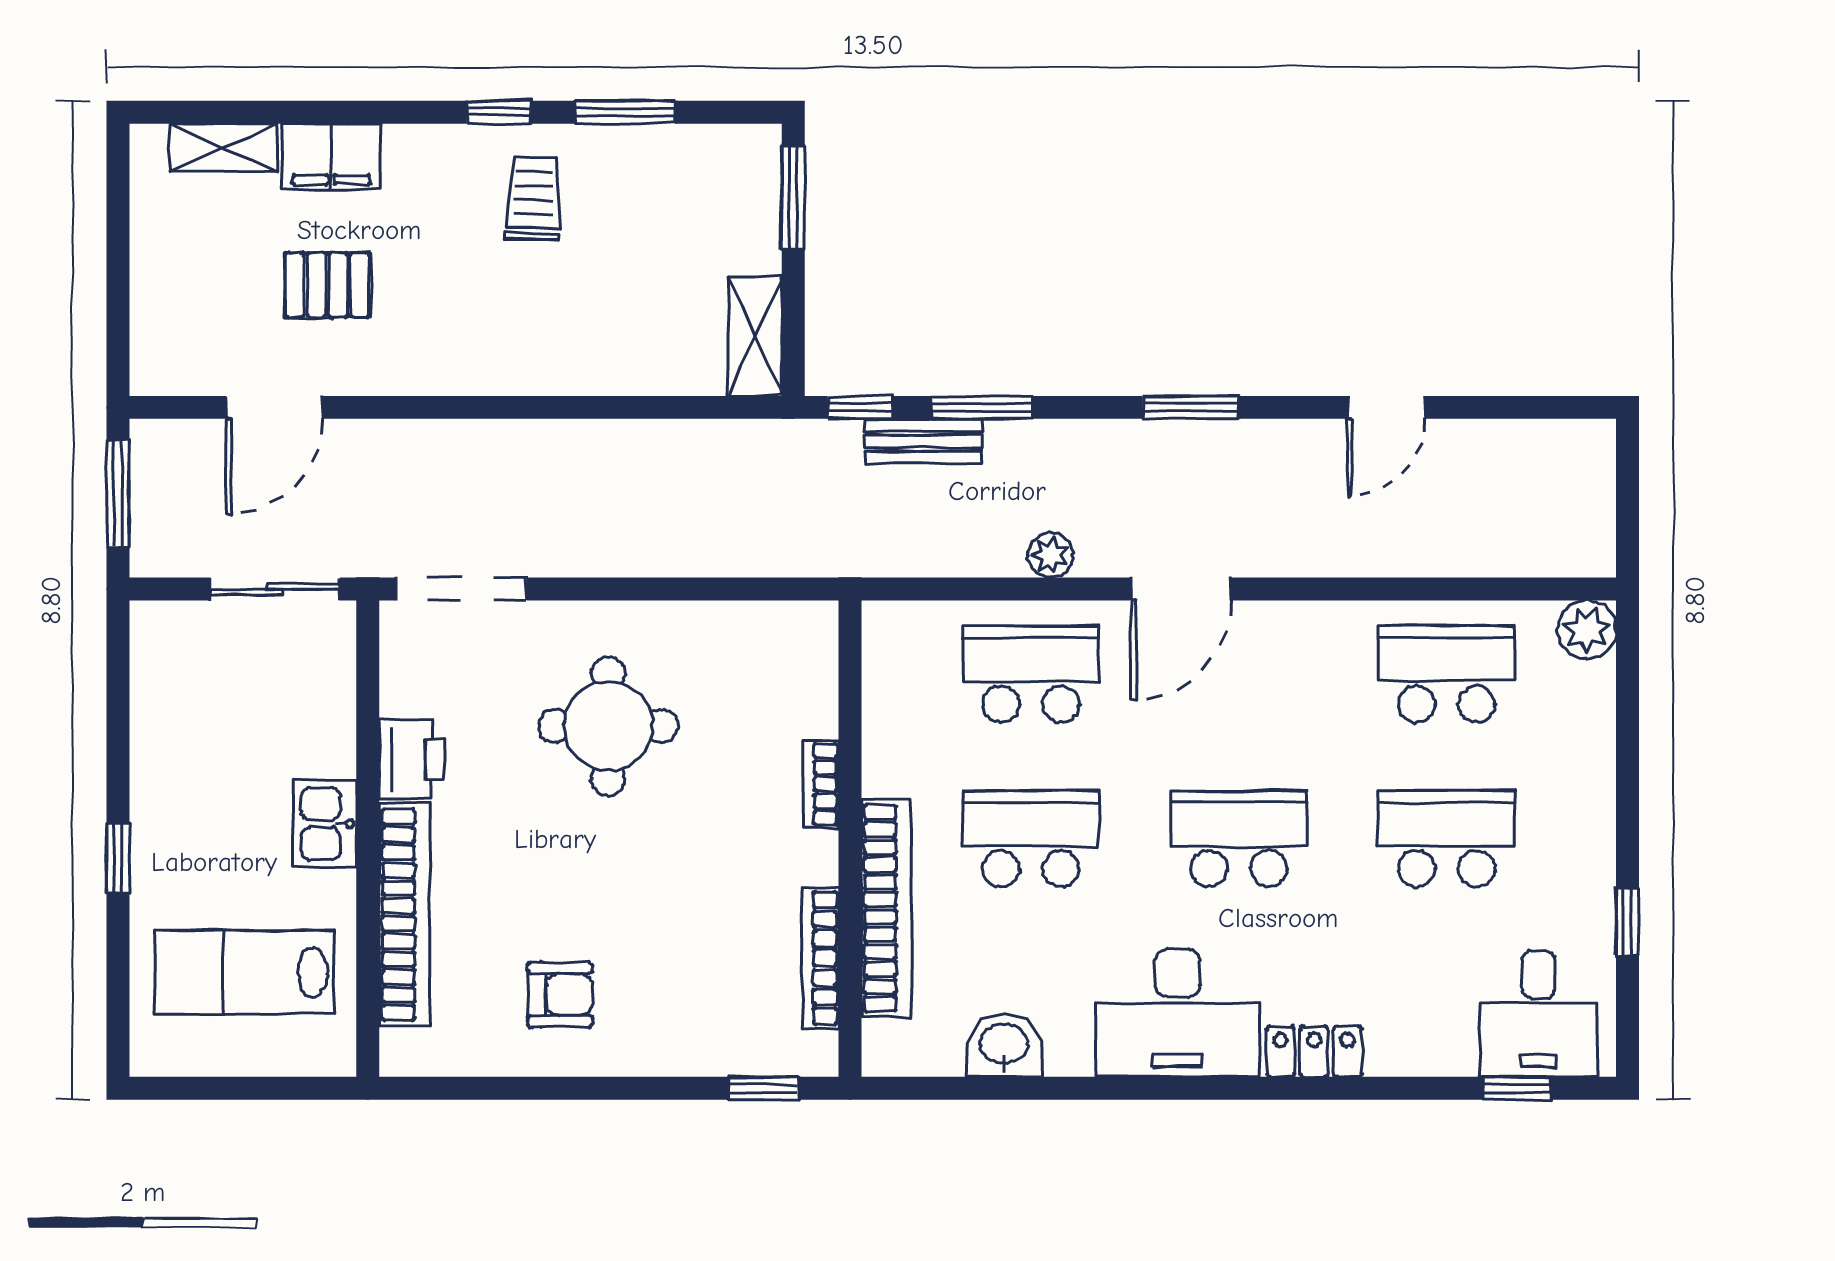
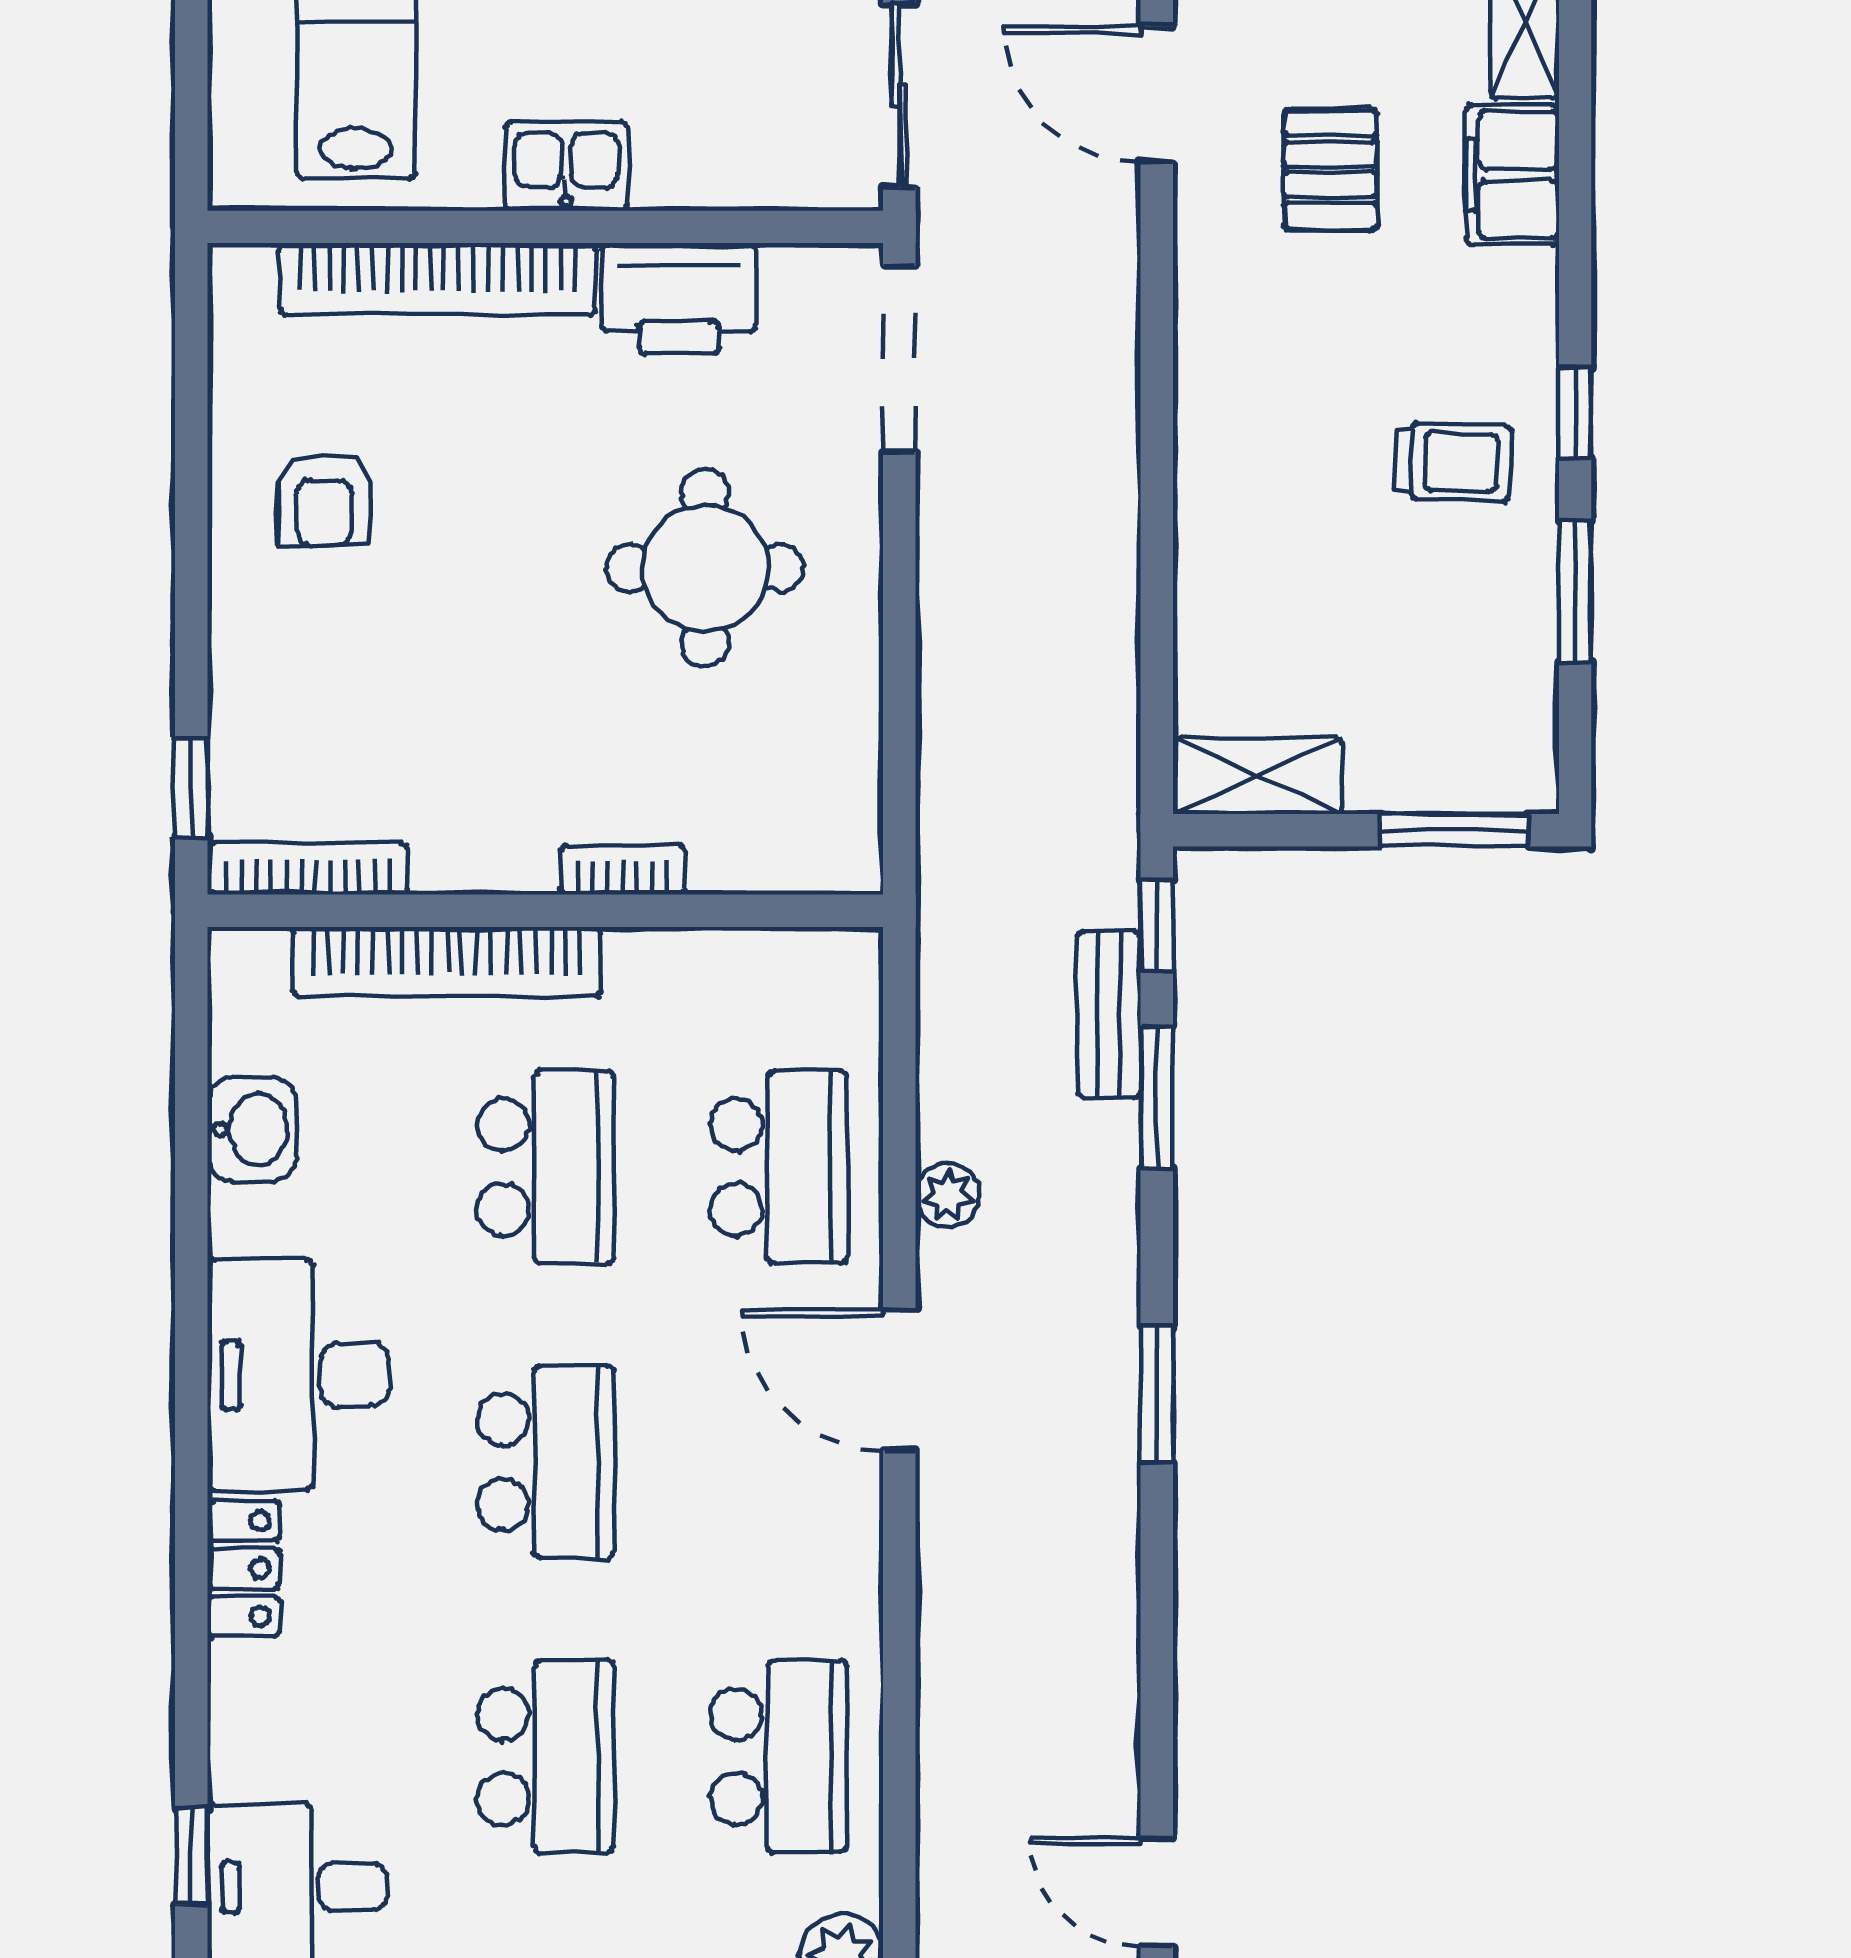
door: (1386, 407) -> (1157, 1892), moved
printer: (412, 759) -> (679, 298), width x1.37, depth x1.19
bookcase: (821, 958) -> (308, 869), moved

